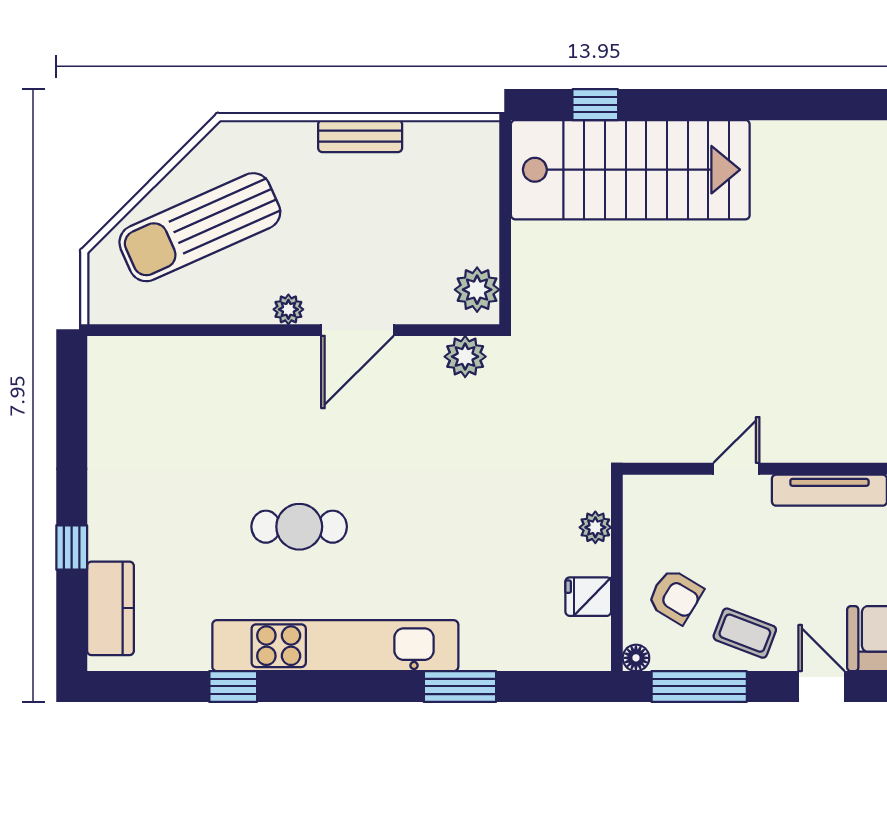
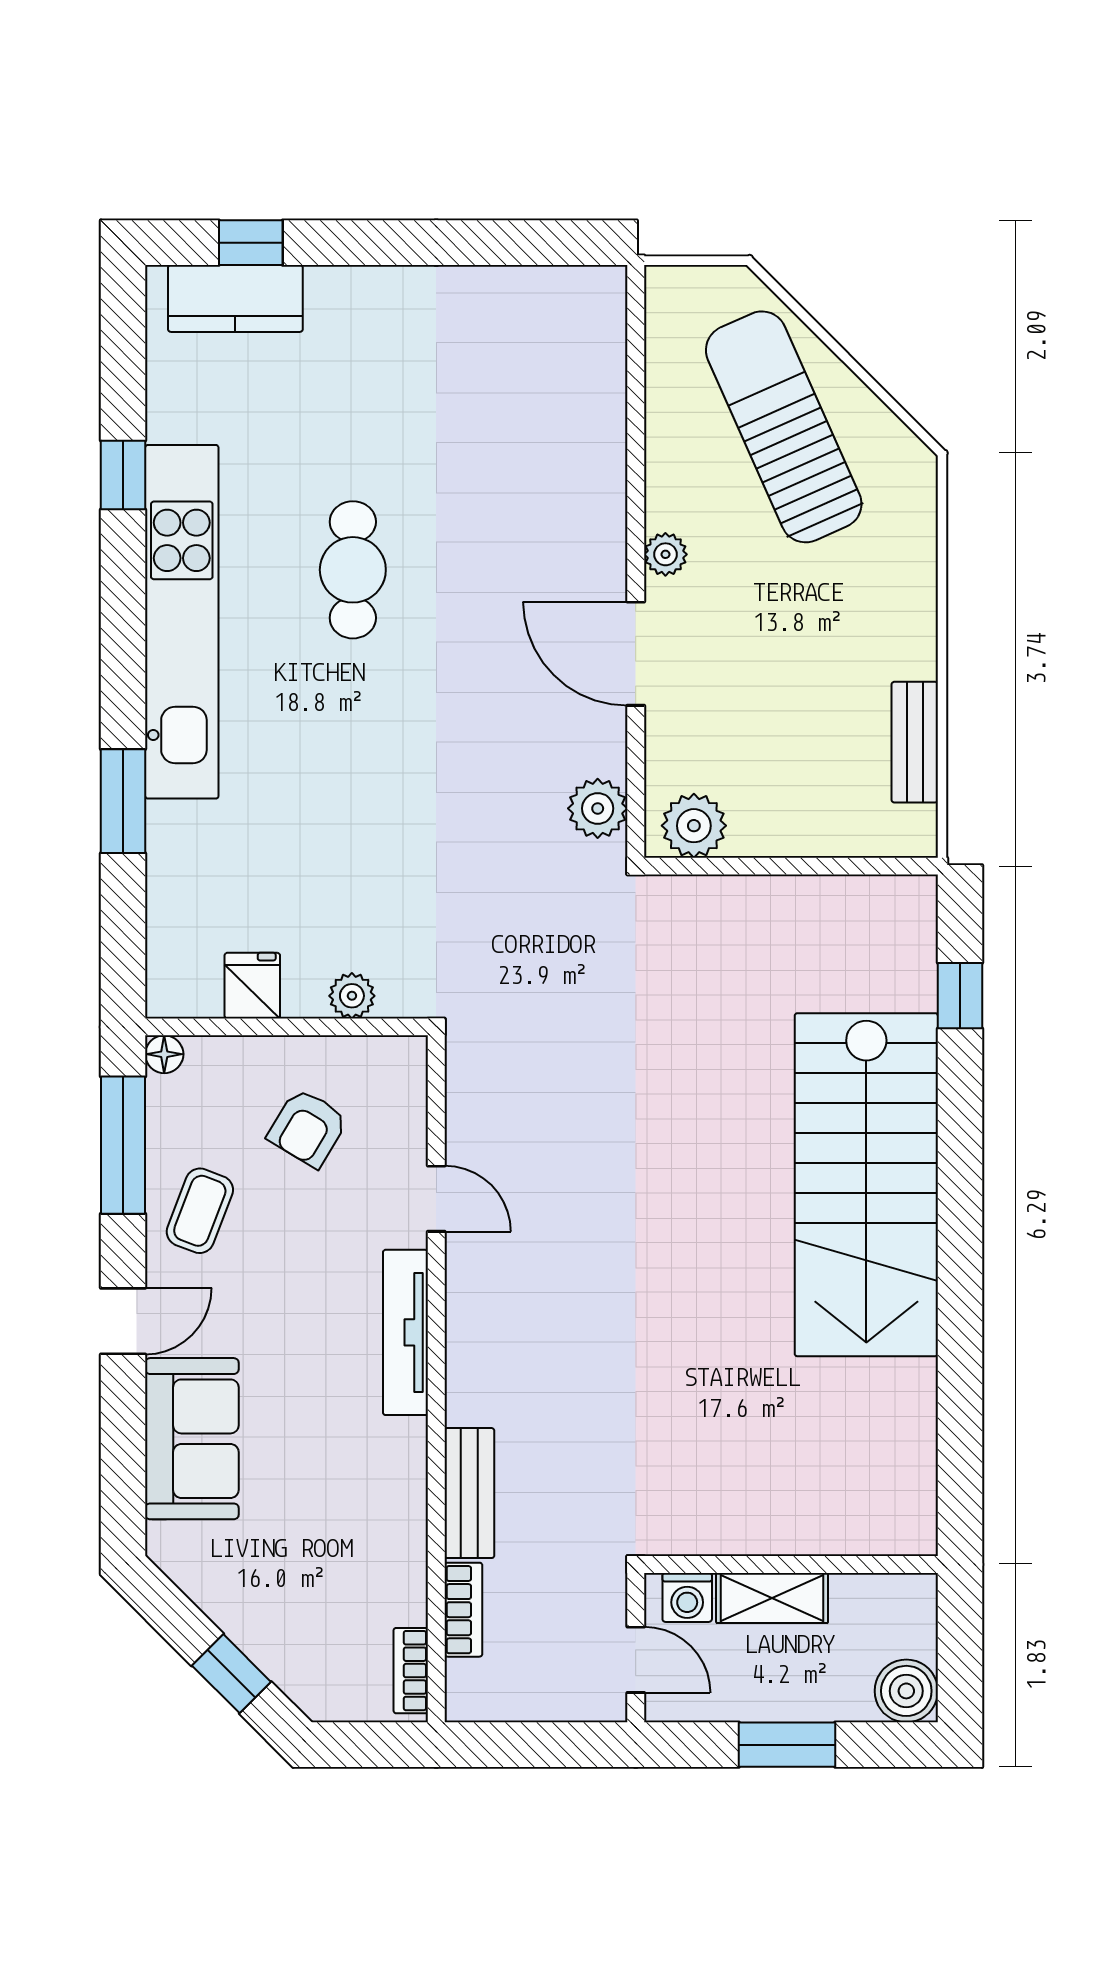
bench: (360, 136) -> (915, 742), moved
stairs: (630, 170) -> (866, 1185), moved
window: (72, 547) -> (251, 243), moved
armchair: (675, 596) -> (308, 1128), moved

